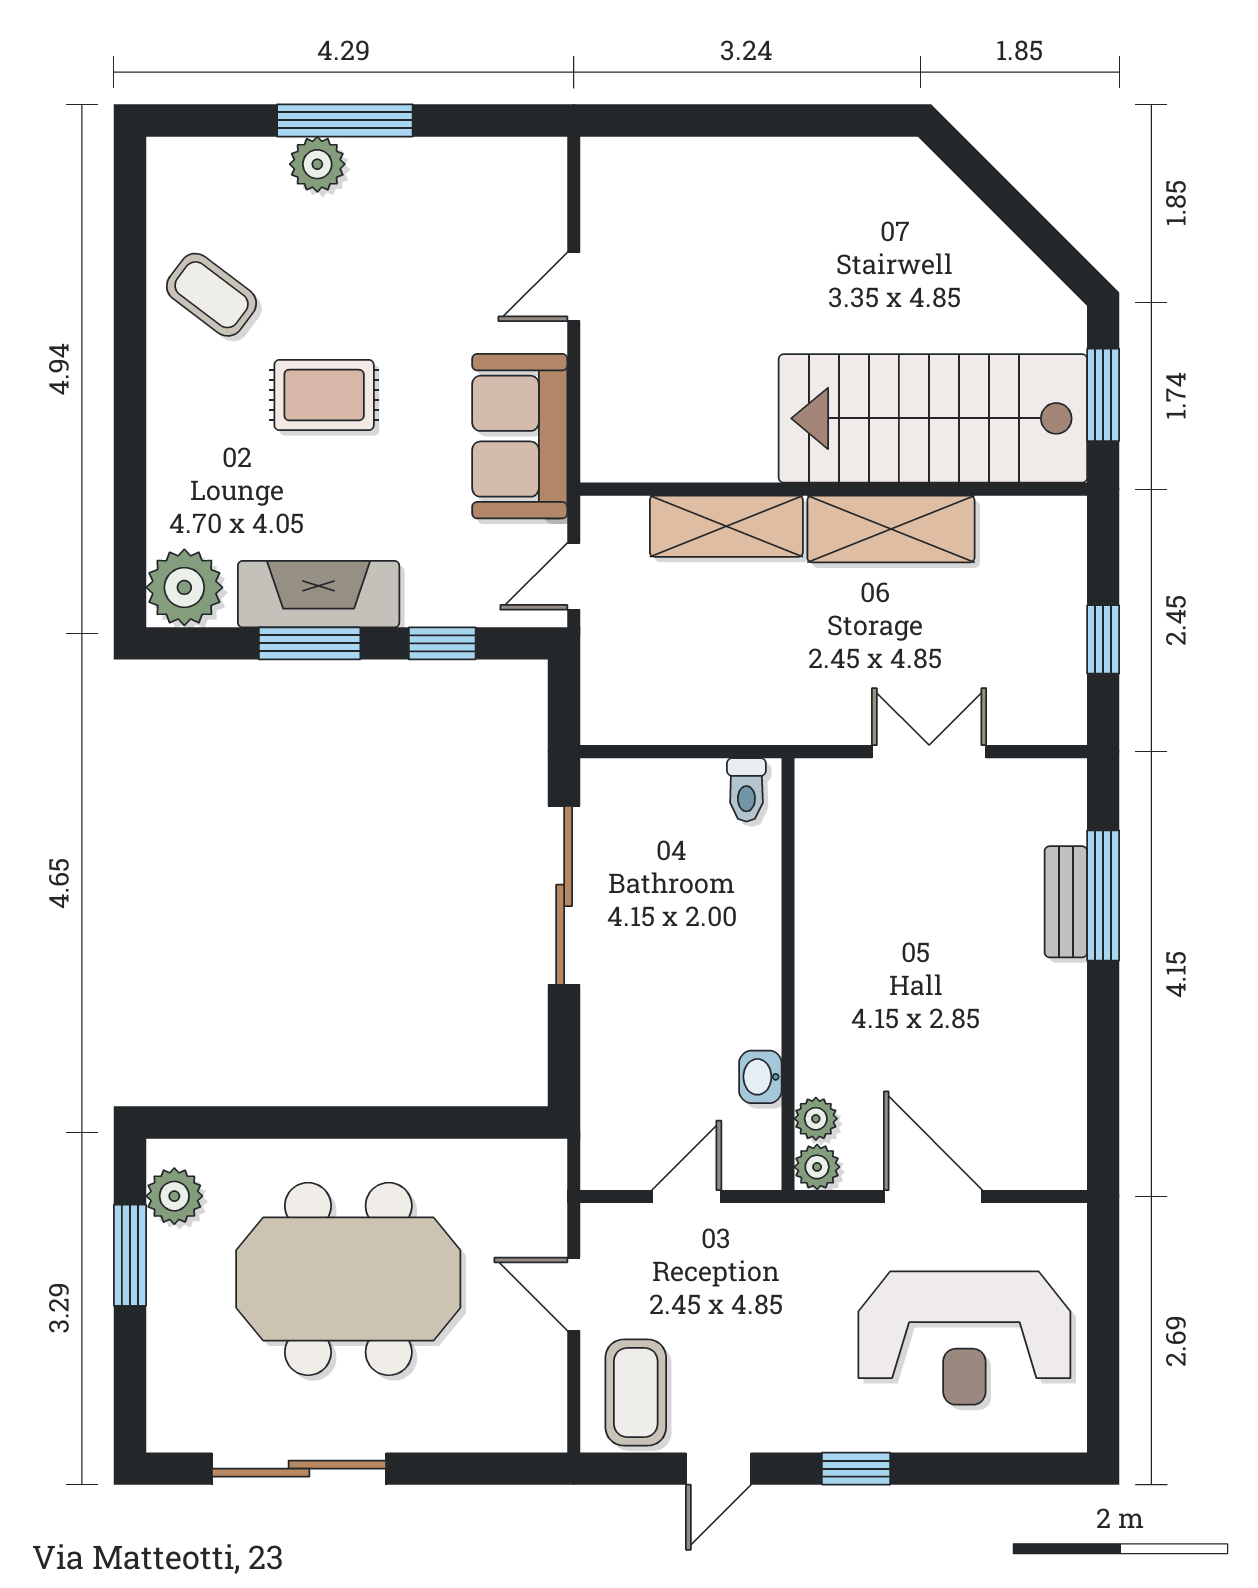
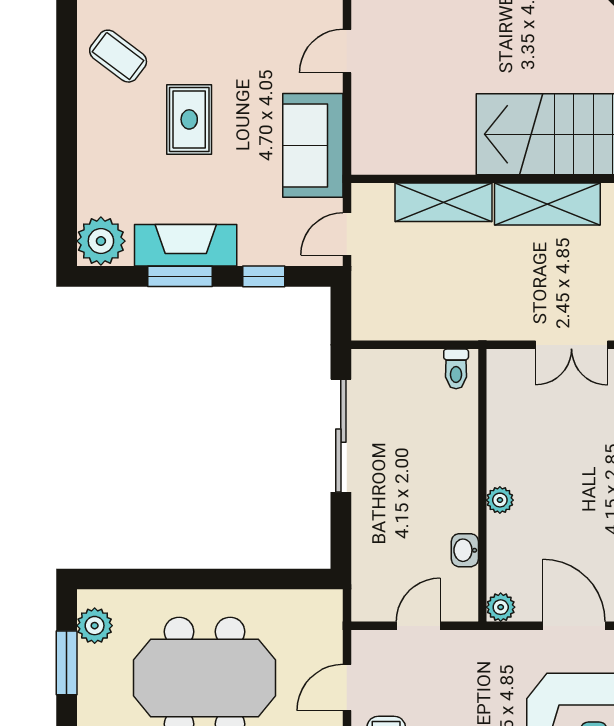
rug: (324, 395) -> (189, 119), turned 90
double door: (929, 752) -> (571, 345), swing flipped
plant: (816, 1119) -> (500, 500), moved
door: (574, 1294) -> (347, 687), hinge flipped

